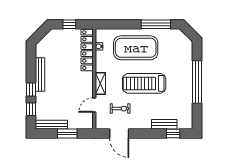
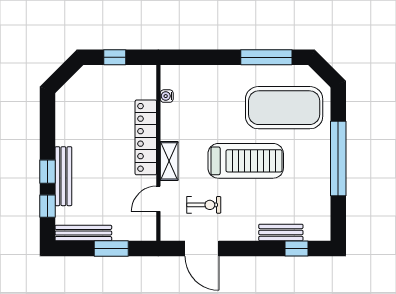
exercise mat: (136, 48) -> (284, 108), moved
locker: (87, 50) -> (146, 137), moved
bench: (40, 75) -> (63, 176), moved
treadmill: (144, 83) -> (246, 161), turned 180

